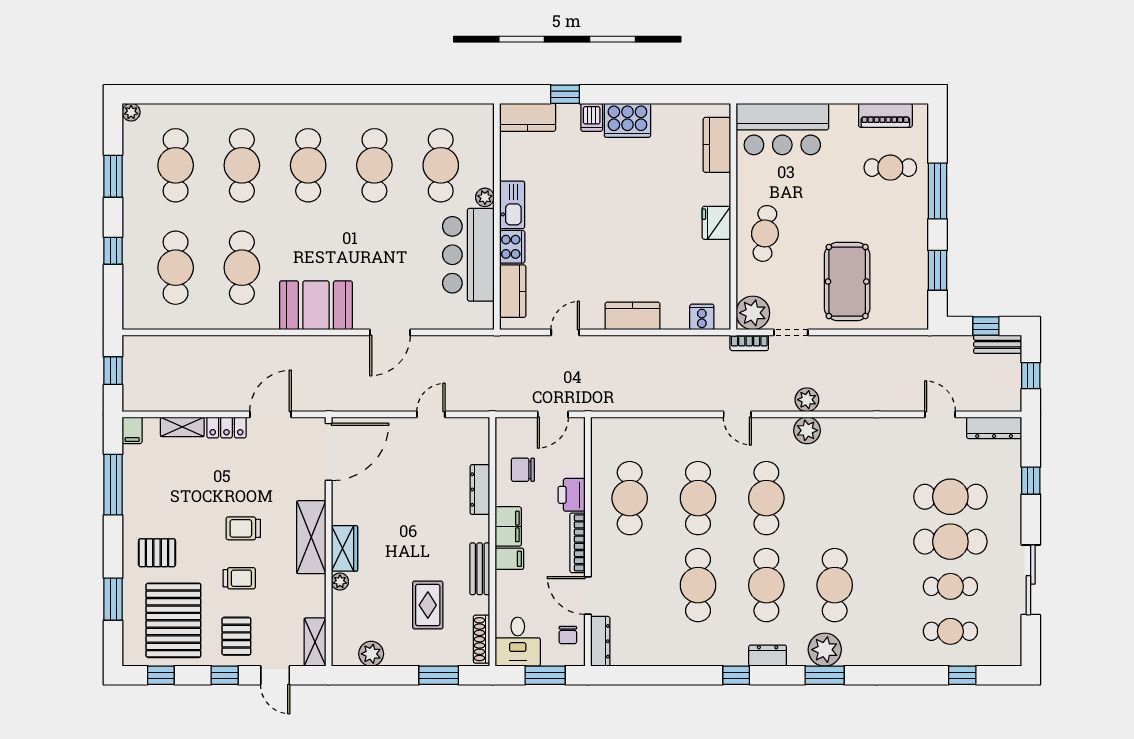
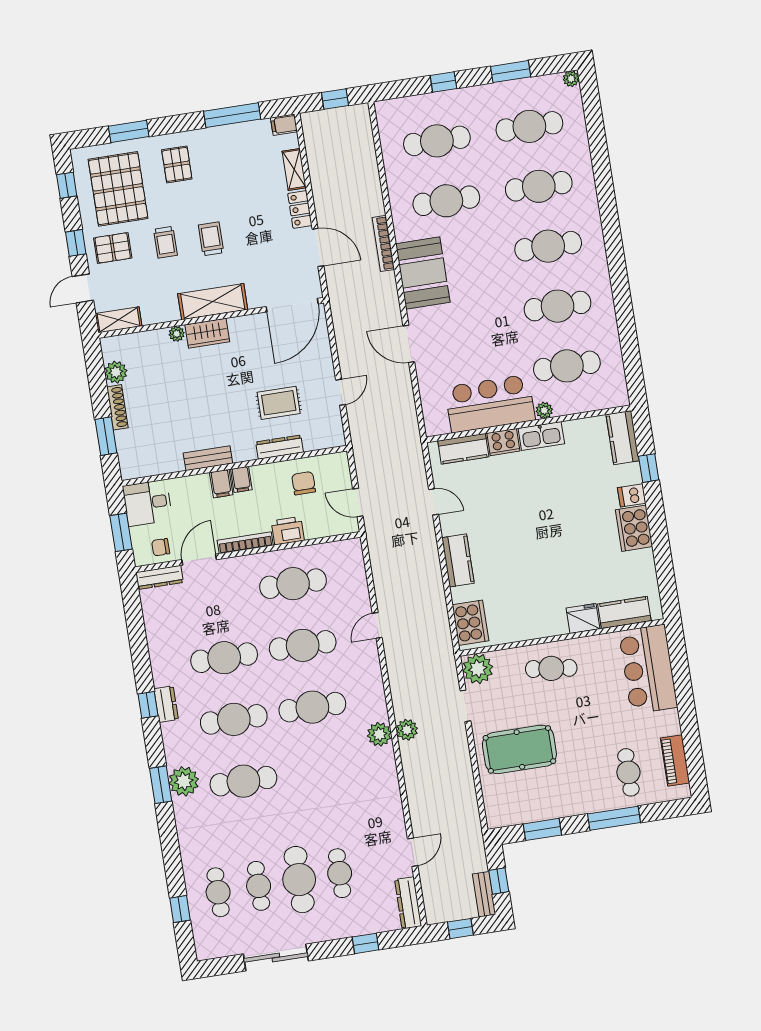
fridge: (716, 223) -> (583, 618), moved
cooker: (702, 317) -> (470, 623), width x1.87, depth x1.31
bookcase: (749, 343) -> (383, 243), moved, width x1.56
door: (431, 414) -> (341, 392), hinge flipped
door: (737, 414) -> (377, 625), moved
door: (329, 452) -> (292, 305), hinge flipped
cafe table: (950, 497) -> (340, 873), width x0.73, depth x0.74
filing cabinet: (508, 526) -> (241, 479), width x0.50
rug: (428, 605) -> (279, 403), moved
pallet: (173, 620) -> (118, 189), turned 90
shoe rack: (481, 639) -> (117, 407), moved, turned 90
dresser: (768, 656) -> (166, 704), moved

